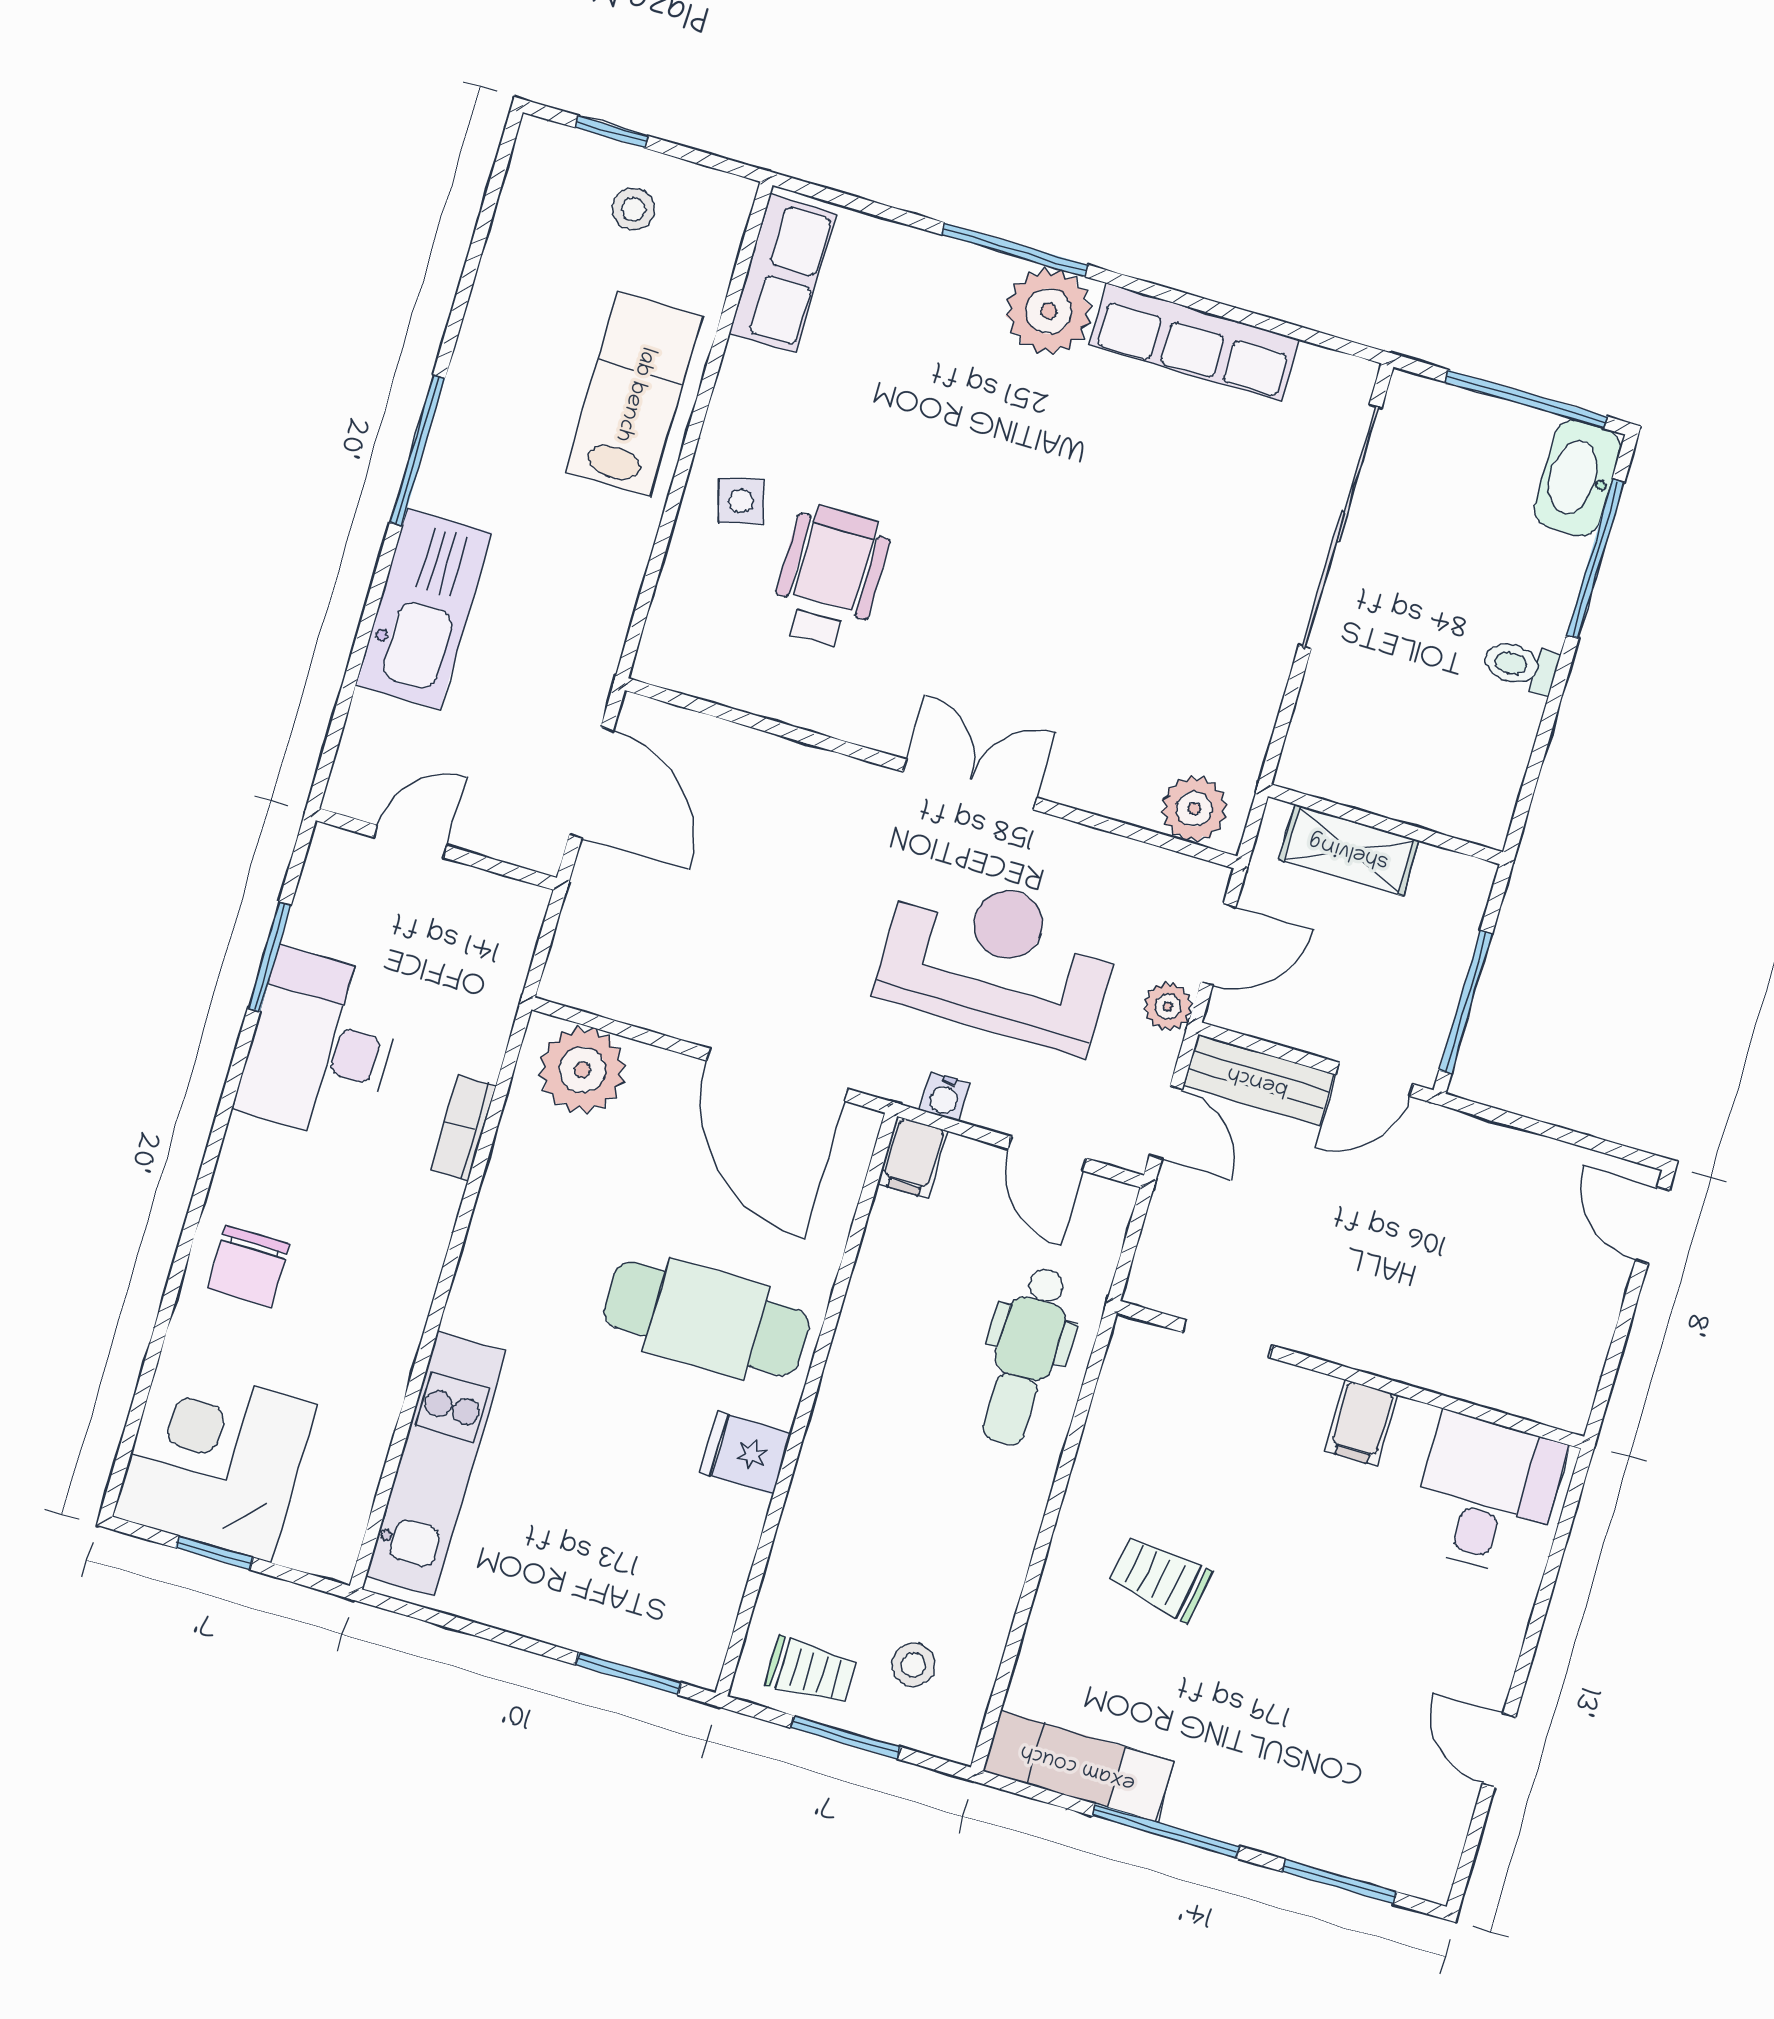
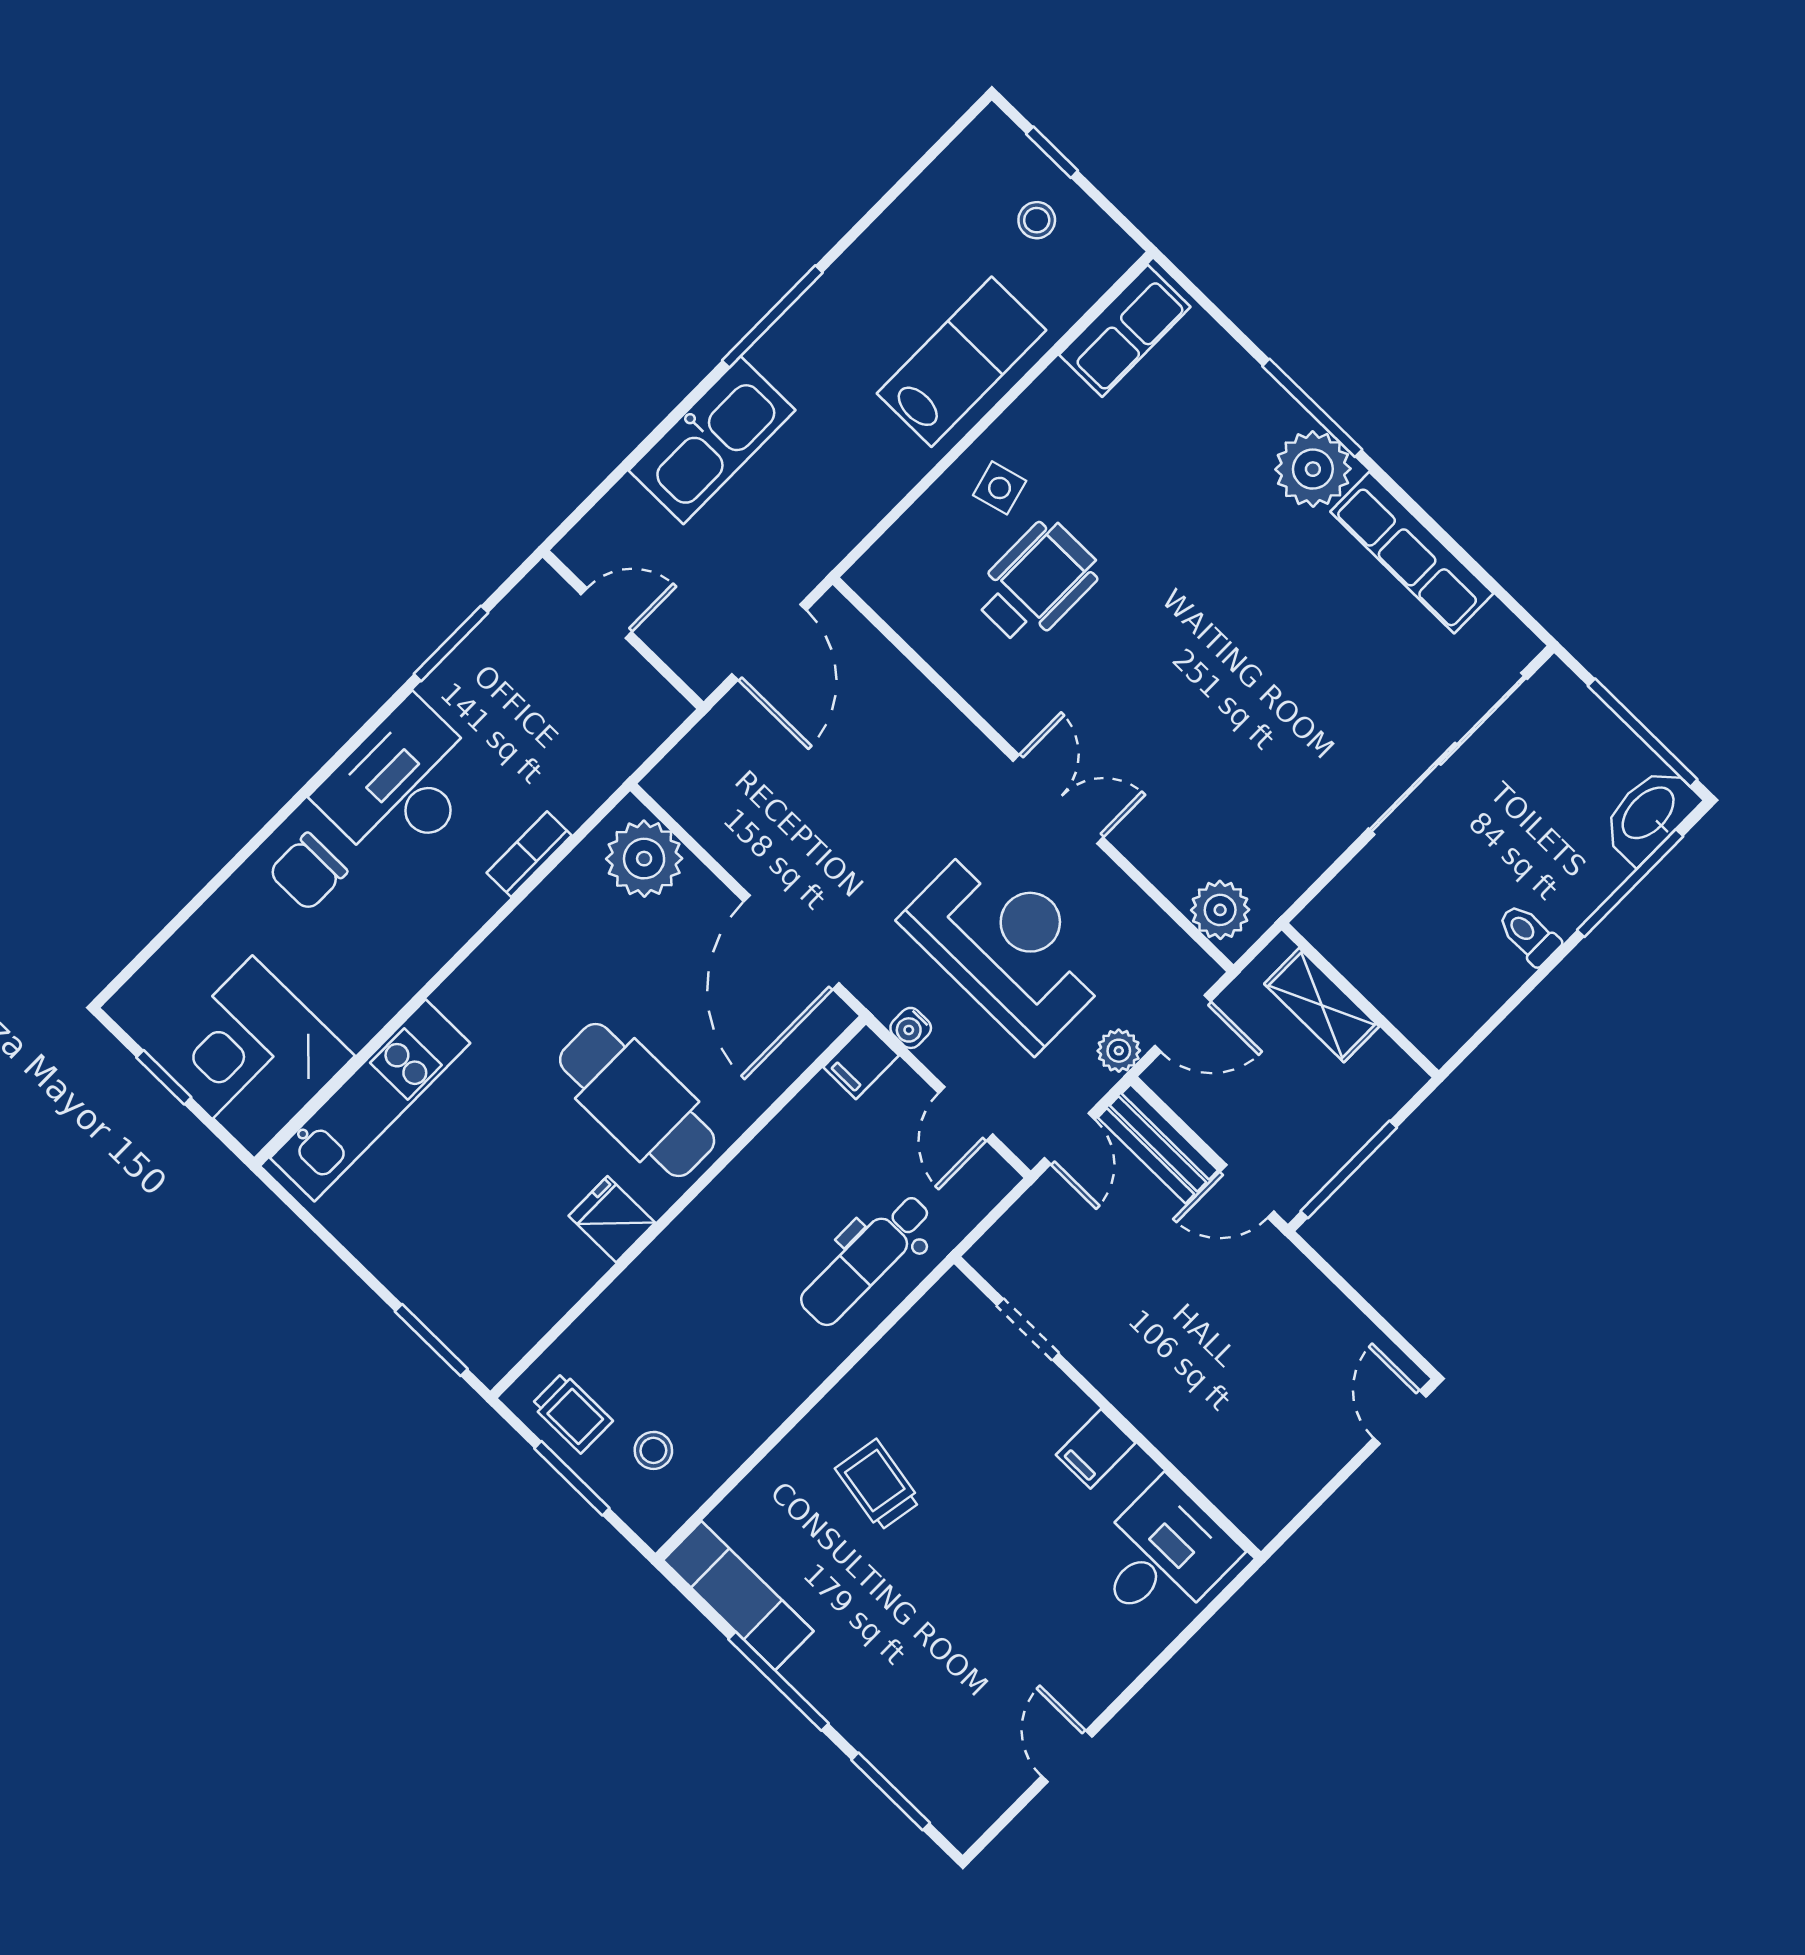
desk: (320, 1046) -> (402, 785), moved
corner desk: (215, 1460) -> (253, 1057), moved, turned -90

